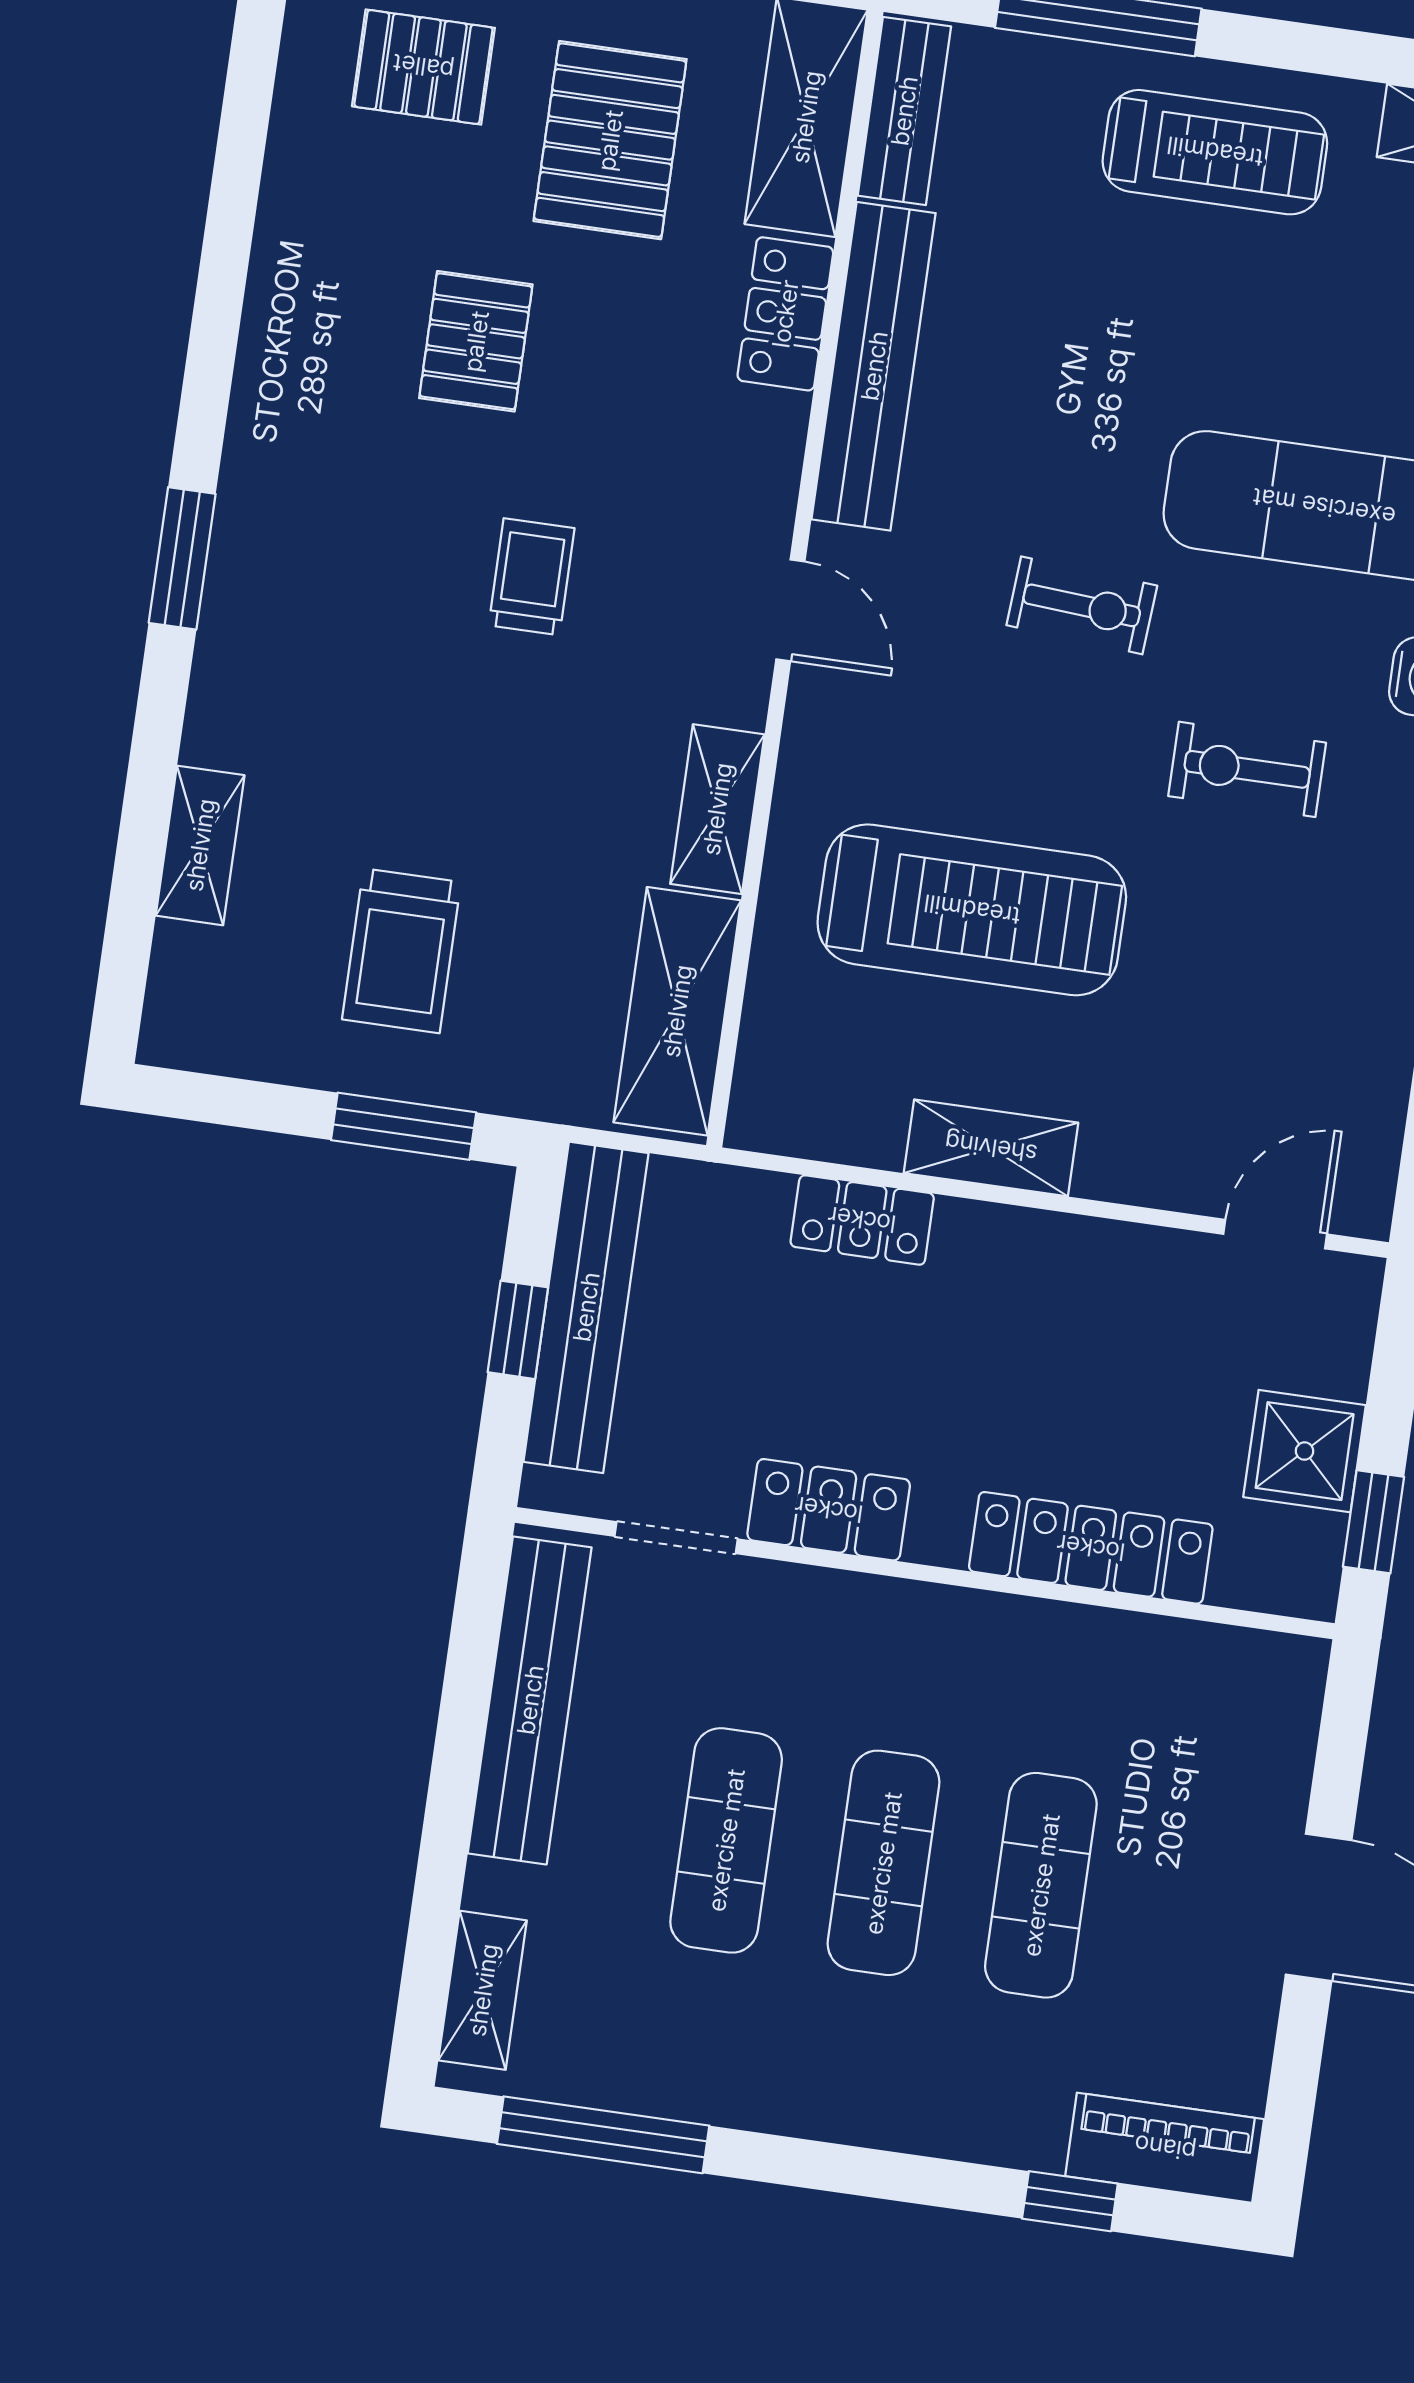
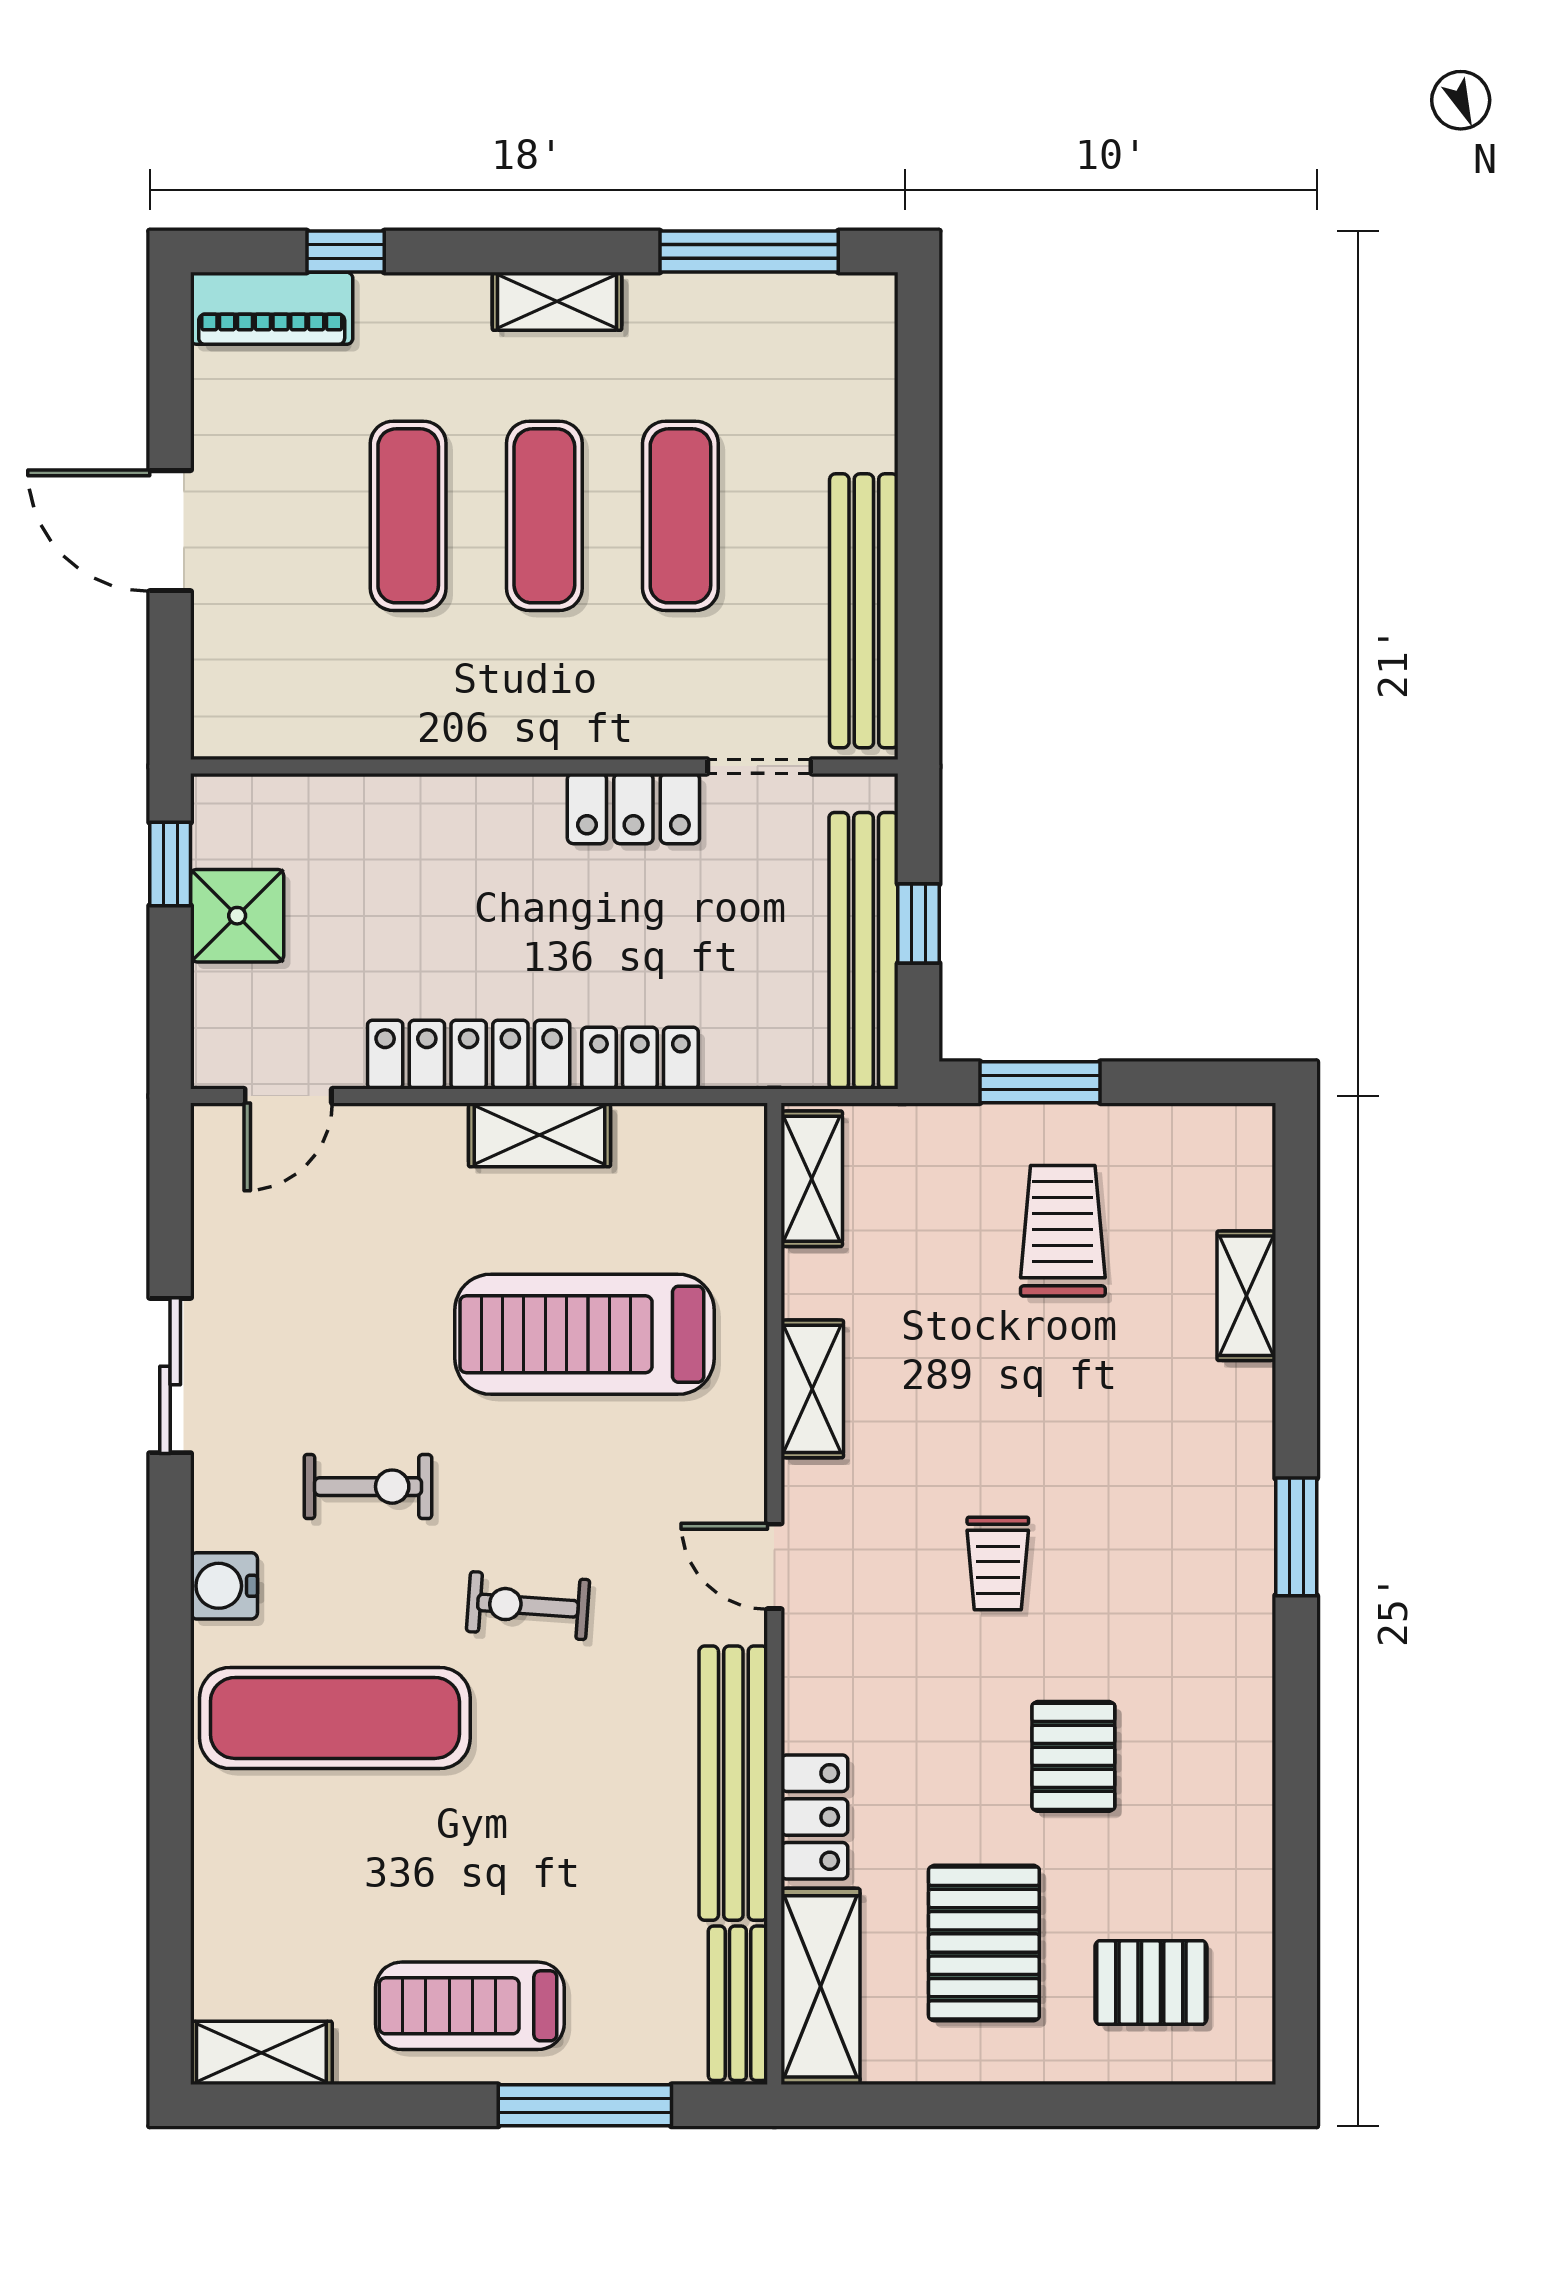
shelving: (677, 1011) -> (812, 1179), width x0.67, depth x0.75
locker: (1091, 1548) -> (469, 1055), moved, turned 180
shelving: (483, 1990) -> (557, 301), moved, turned 90

